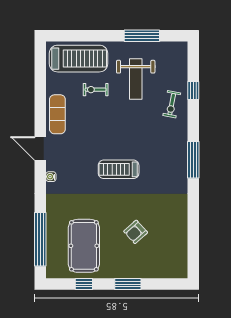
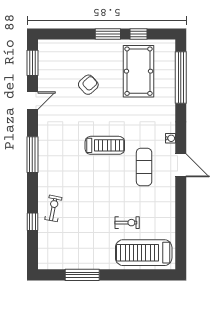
weight bench: (136, 79) -> (88, 233), removed
exercise mat: (57, 114) -> (144, 167), moved
door: (193, 215) -> (32, 101), added
window: (193, 254) -> (32, 63), added
window: (128, 284) -> (108, 34), moved

